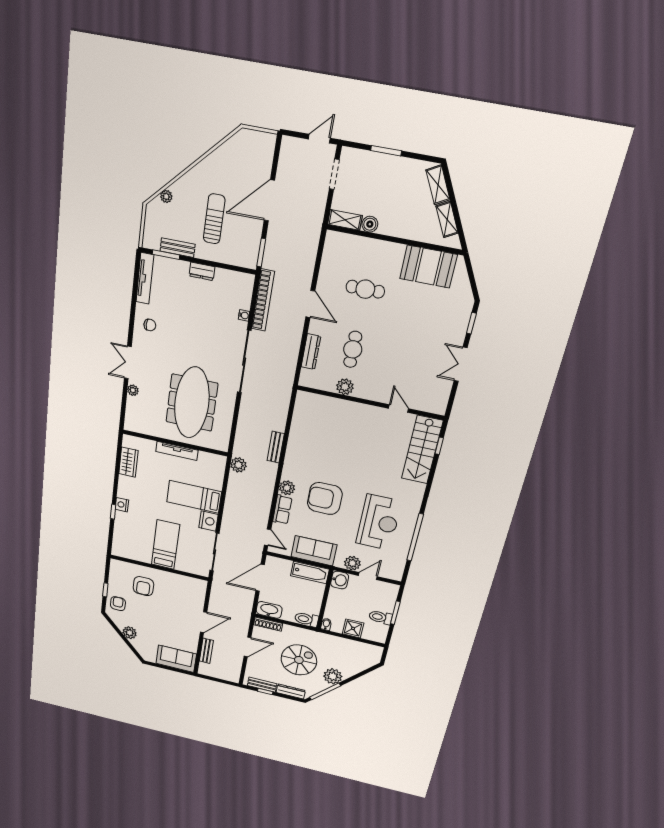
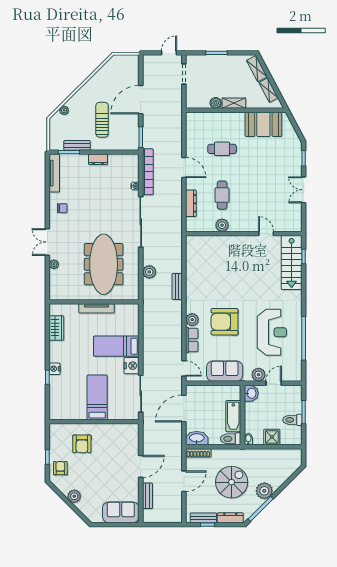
shelving: (345, 220) -> (234, 103), moved
plant: (238, 465) -> (149, 272), moved
bathtub: (310, 573) -> (233, 416), moved, turned 90

